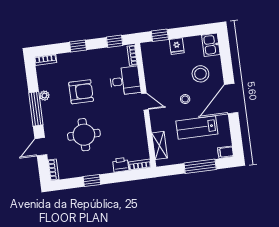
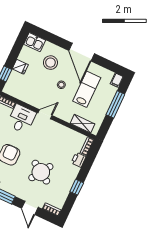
lab bench: (197, 128) -> (87, 89), turned 180
round table: (84, 135) -> (41, 172), turned 33

